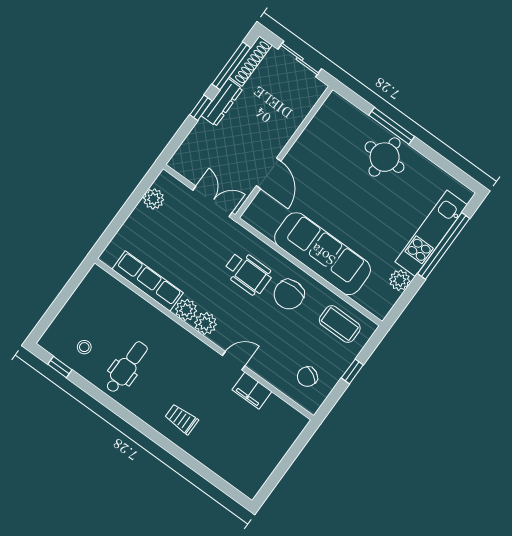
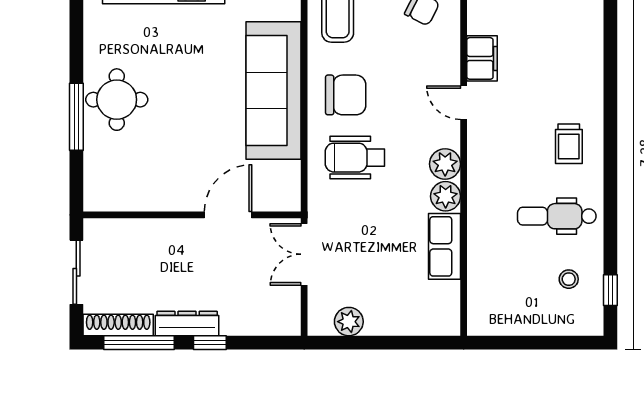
wheelchair: (248, 273) -> (355, 158), turned -90
row of seats: (148, 281) -> (445, 246), width x0.68
trolley: (181, 419) -> (569, 144), moved

